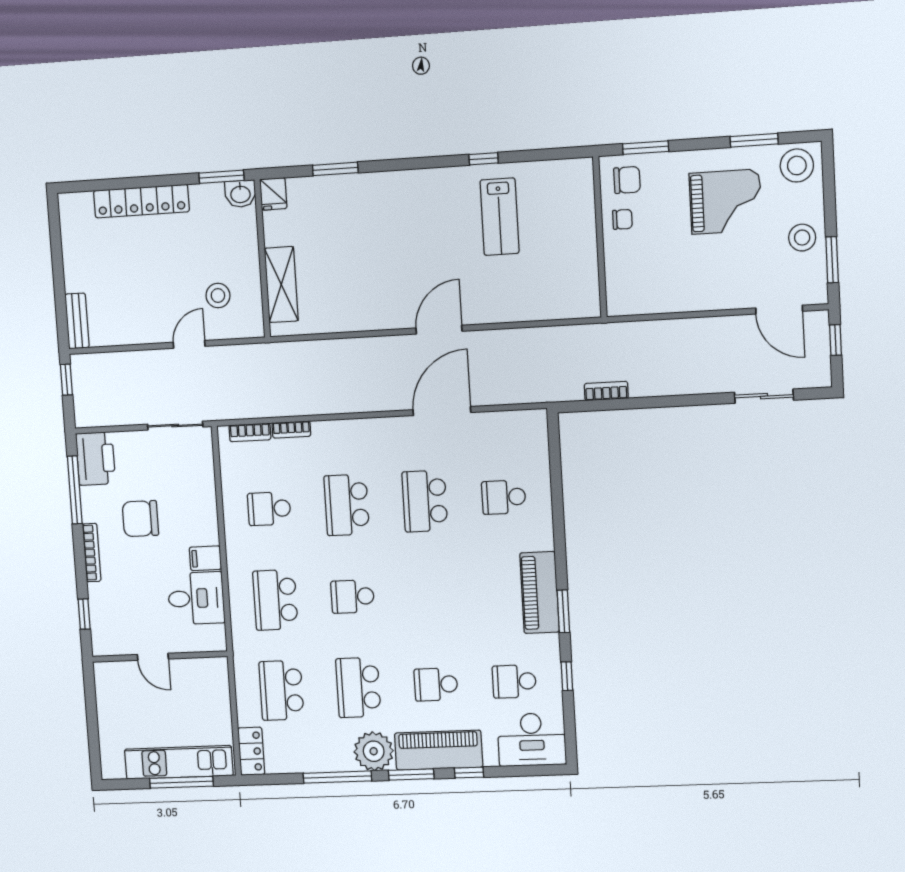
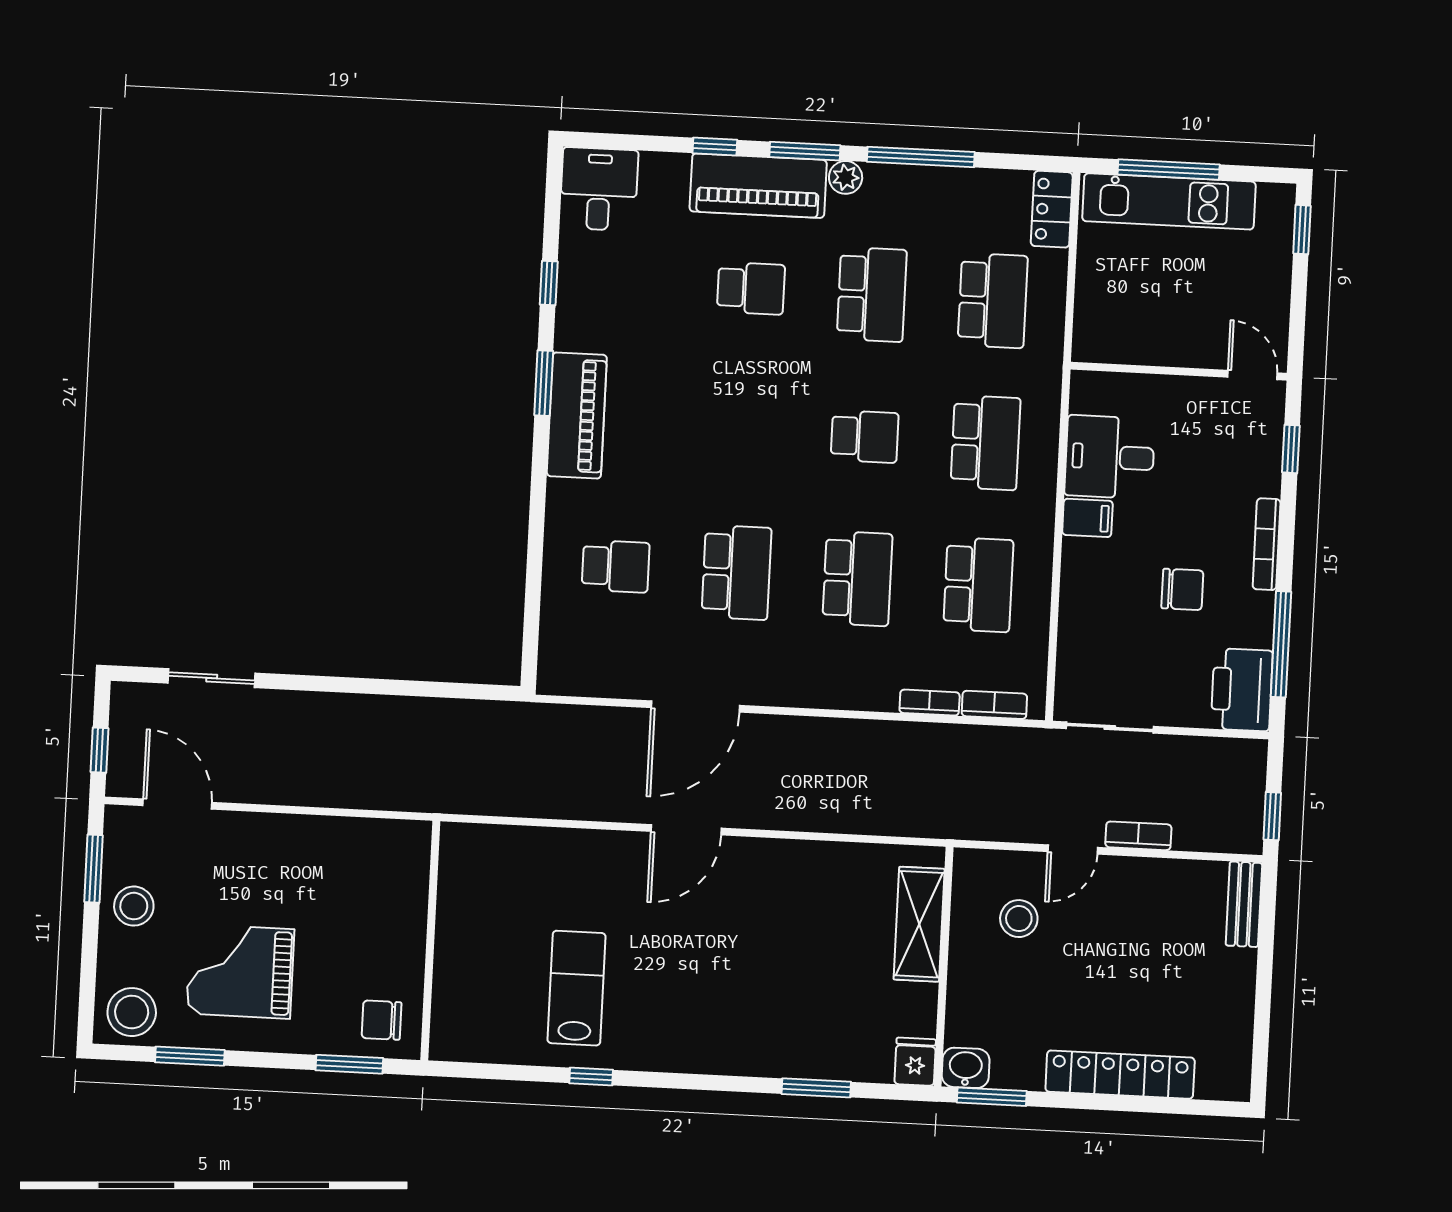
chair: (622, 219) -> (394, 963), removed
bookcase: (606, 391) -> (1138, 836), moved, turned 180
school desk: (269, 509) -> (978, 585), width x1.85
chair: (140, 519) -> (1182, 589), width x0.73, depth x0.73
door: (153, 657) -> (1253, 375), moved
school desk: (514, 681) -> (630, 282), removed
desk: (532, 740) -> (599, 189), width x0.73
plant: (374, 751) -> (846, 177), width x0.53, depth x0.53
window: (95, 752) -> (1302, 230), added

